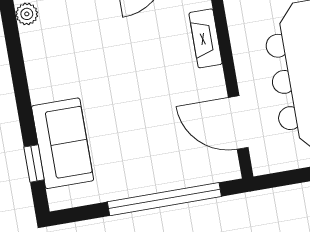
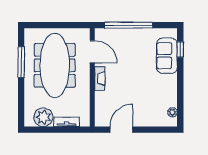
fireplace: (206, 38) -> (100, 78), moved

